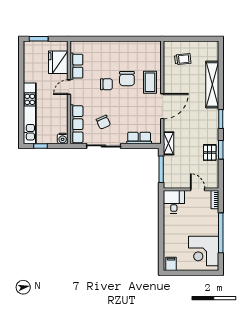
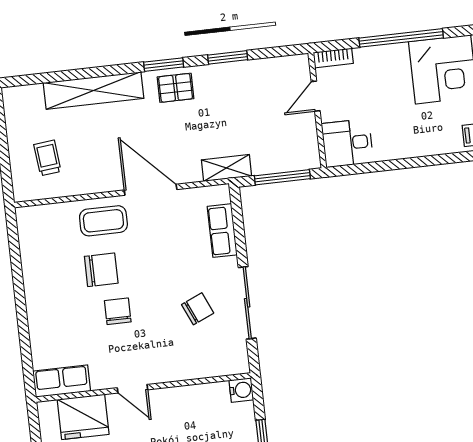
row of seats: (76, 66) -> (62, 381), moved
row of seats: (76, 124) -> (208, 365), removed
pallet: (210, 153) -> (176, 88), moved

